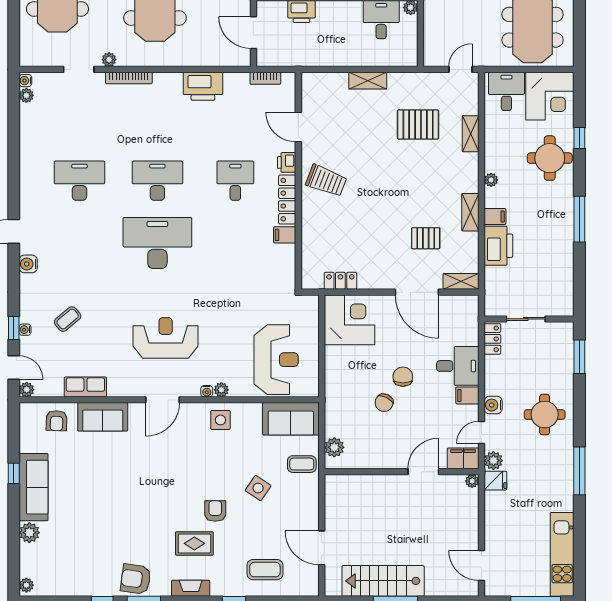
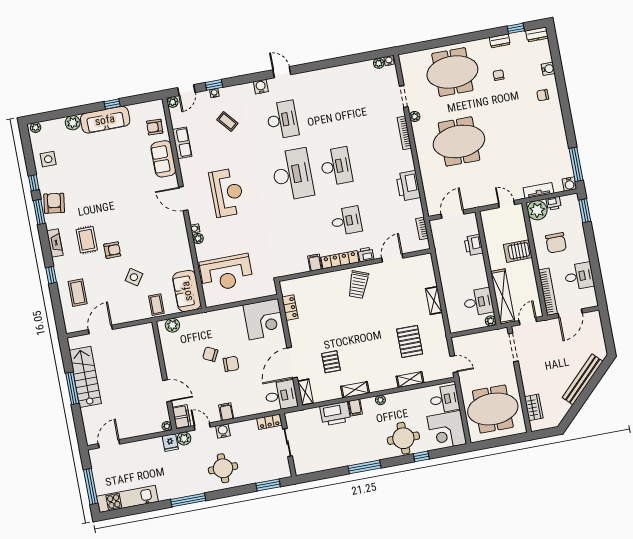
desk: (79, 181) -> (282, 120), moved
desk: (458, 366) -> (281, 396), moved, turned -90
side table: (220, 420) -> (48, 159), moved

